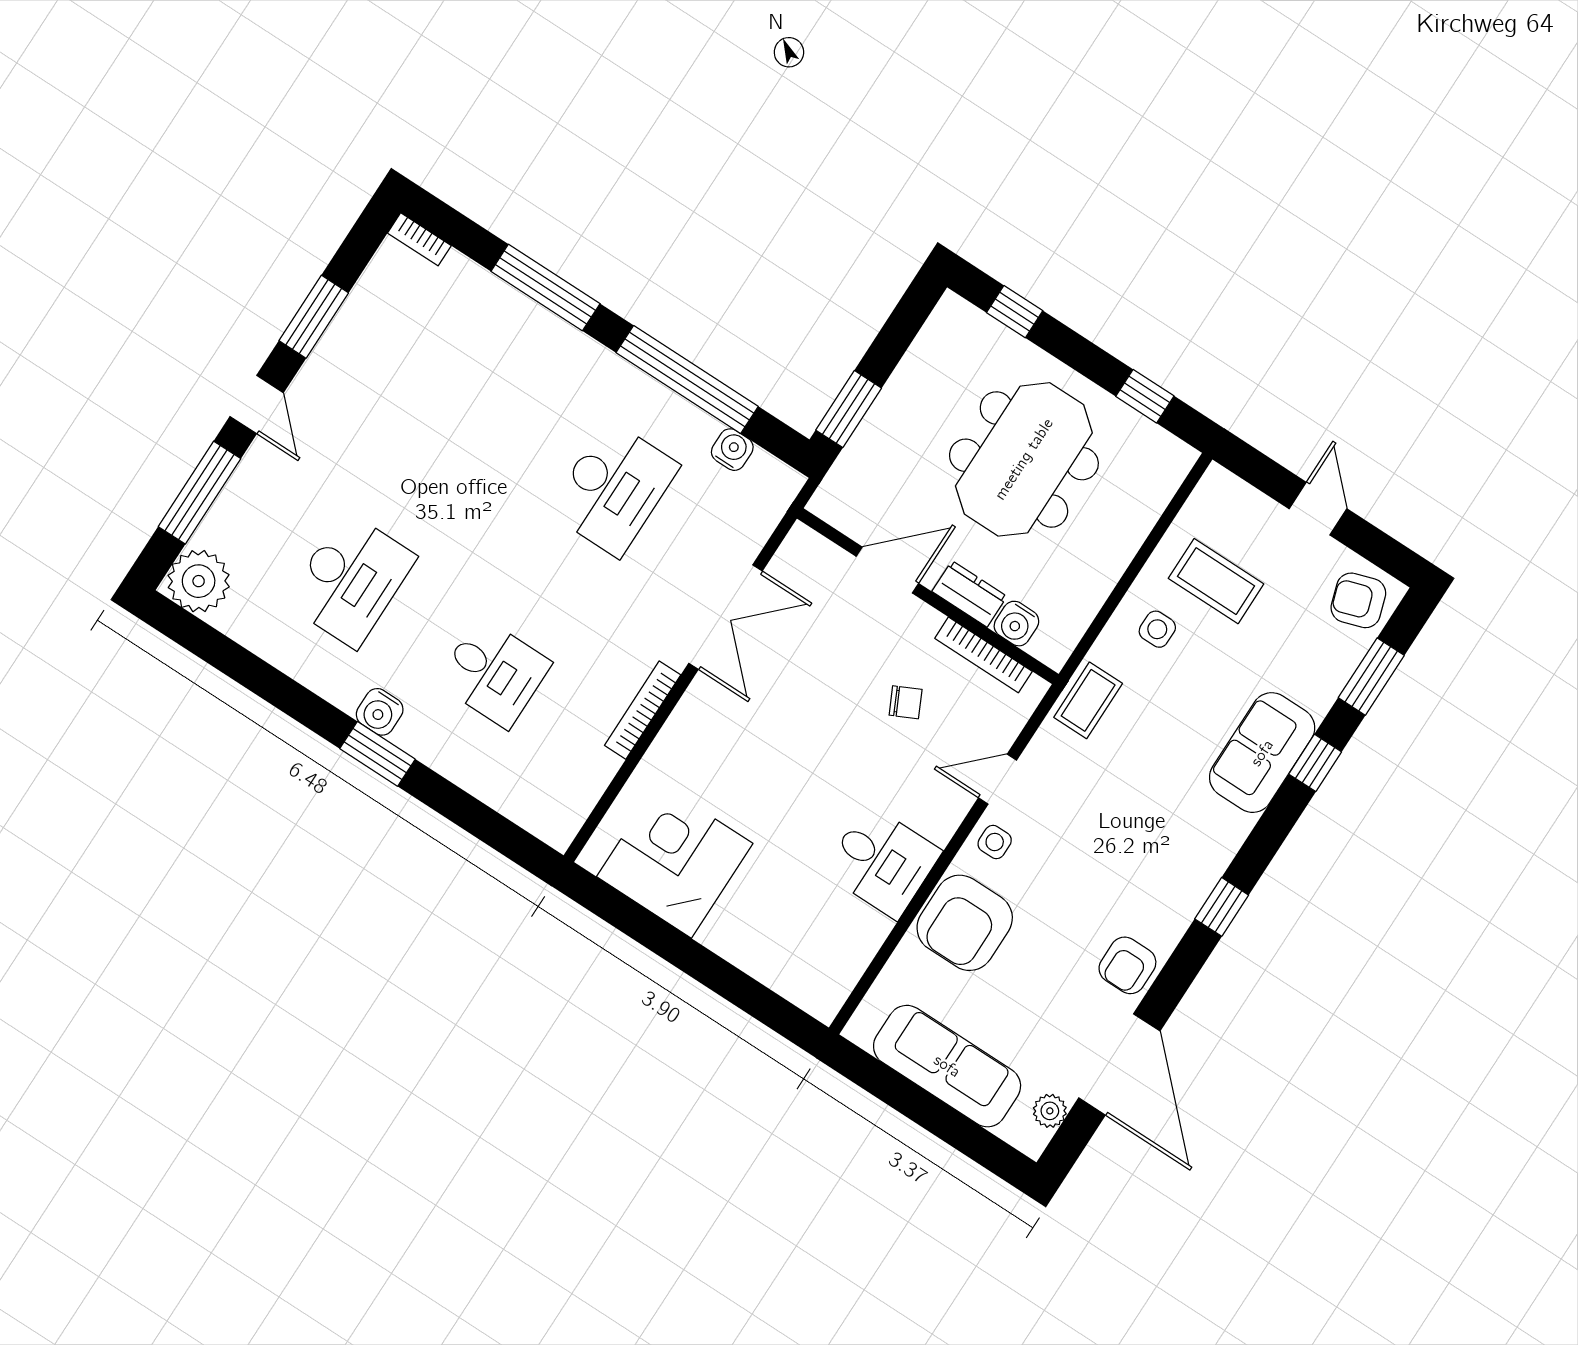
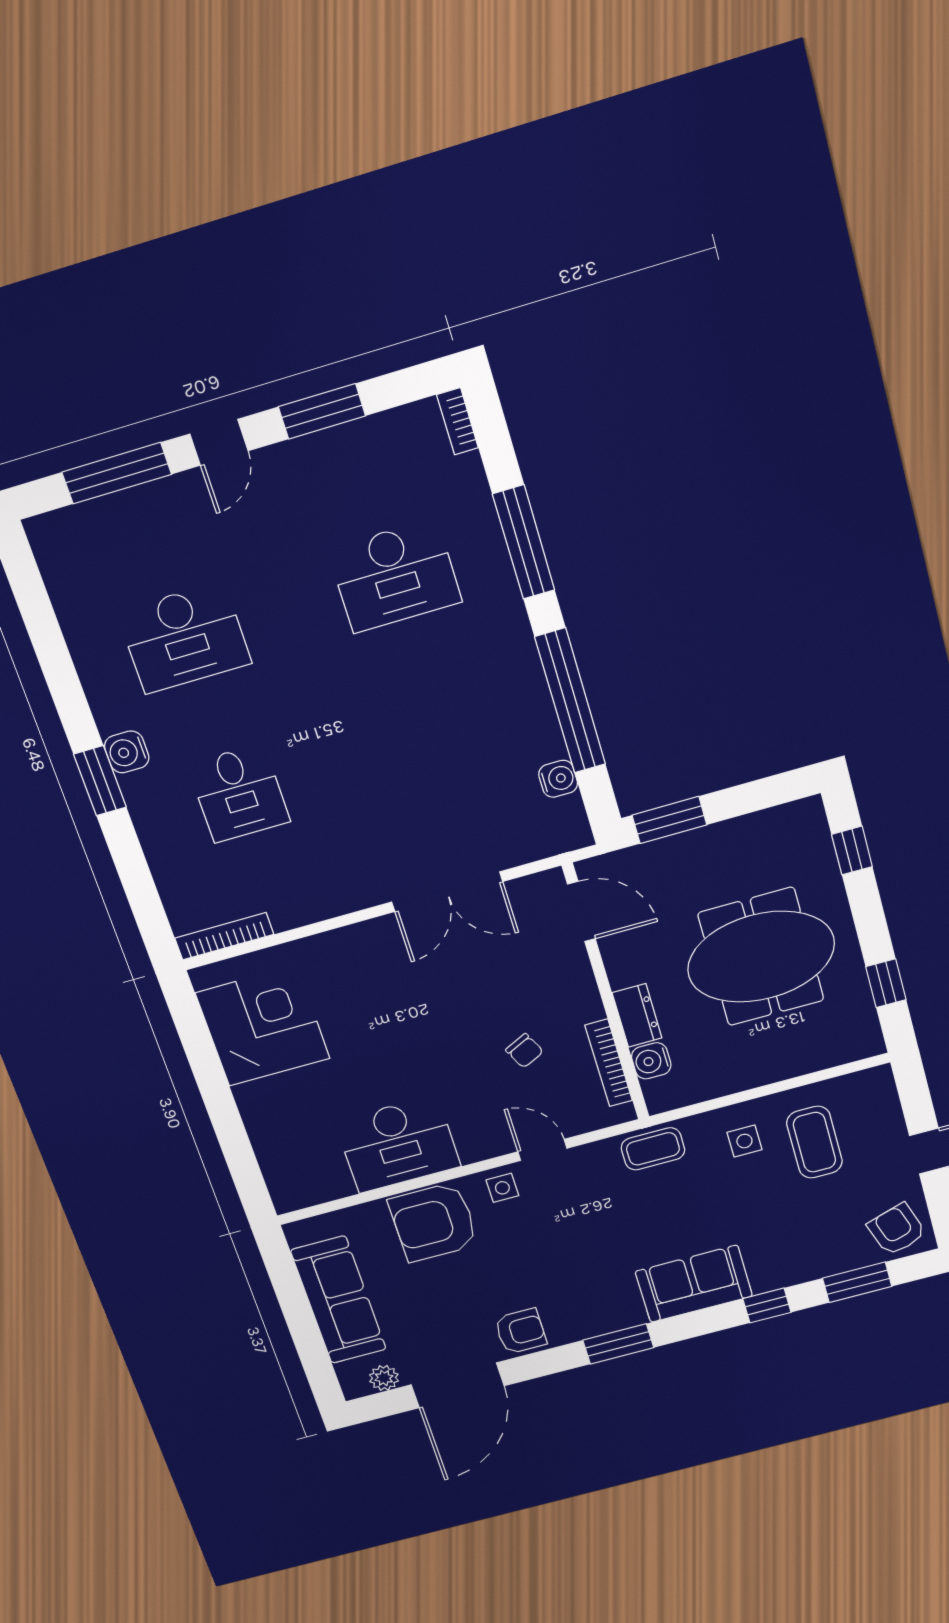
desk: (613, 488) -> (395, 576), moved
door: (887, 570) -> (581, 911), moved
plant: (199, 581) -> (61, 541), removed
bookcase: (643, 710) -> (224, 936), moved
sofa: (1262, 753) -> (694, 1284), moved
desk: (882, 862) -> (398, 1144), width x1.37
window: (1222, 907) -> (618, 1344), width x1.50
armchair: (1127, 965) -> (521, 1331), turned 180

